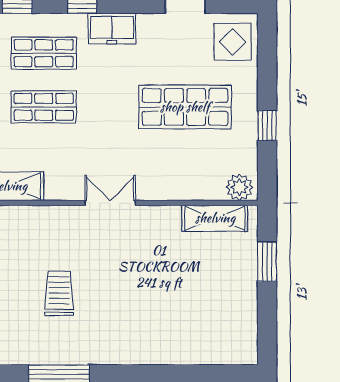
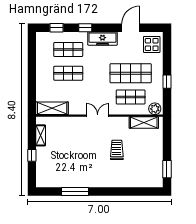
freezer: (112, 29) -> (103, 39), width x1.40
shop shelf: (185, 161) -> (131, 97), added
window: (267, 262) -> (167, 169), moved
trolley: (59, 293) -> (117, 150), moved

